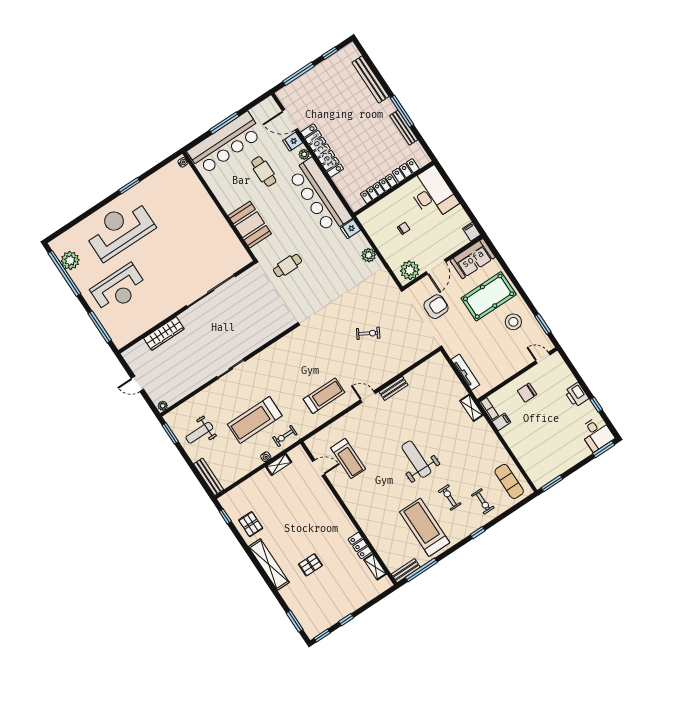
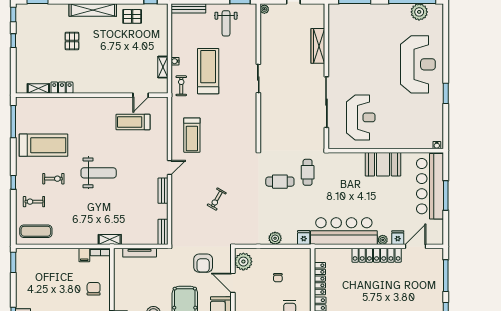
cafe table: (264, 171) -> (280, 182), moved
booth: (250, 225) -> (383, 164), moved
reception desk: (119, 289) -> (361, 117), moved, turned 180
weight bench: (199, 433) -> (226, 23), turned 180
bench: (406, 571) -> (163, 232), moved

